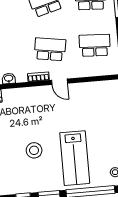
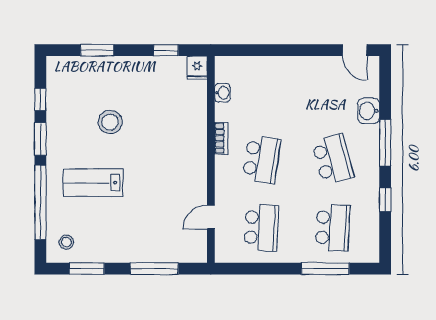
door: (60, 82) -> (211, 217), moved
lab bench: (75, 158) -> (93, 183), width x0.73, depth x0.72

